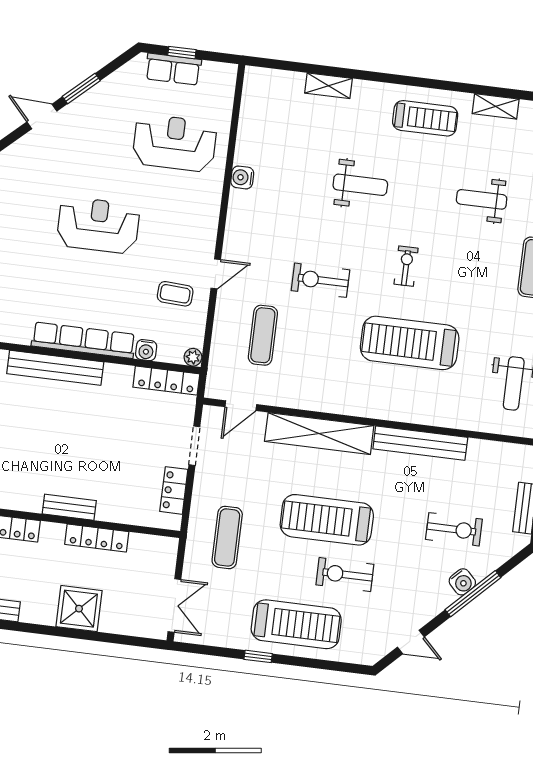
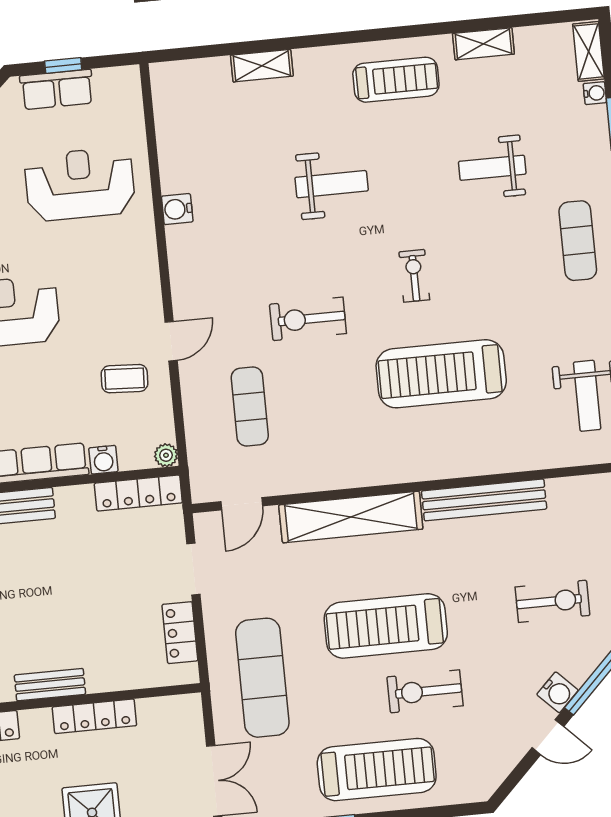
exercise mat: (227, 537) -> (262, 678), width x1.36, depth x1.45
water cooler: (462, 582) -> (557, 692), moved
door: (411, 642) -> (548, 737), moved

